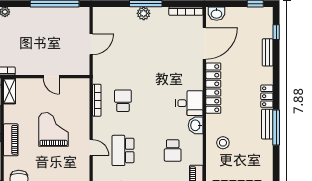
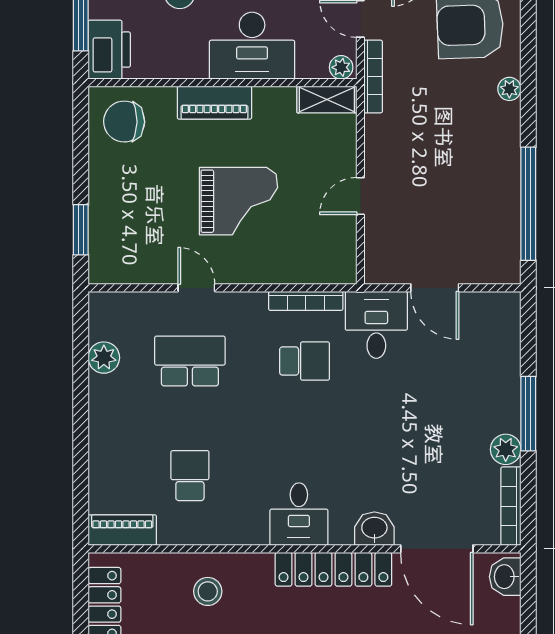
plant: (144, 13) -> (506, 449), moved
desk: (107, 70) -> (376, 325), added
washbasin: (196, 125) -> (374, 529), moved
door: (91, 148) -> (196, 288), swing flipped
school desk: (173, 150) -> (190, 476), turned 90

